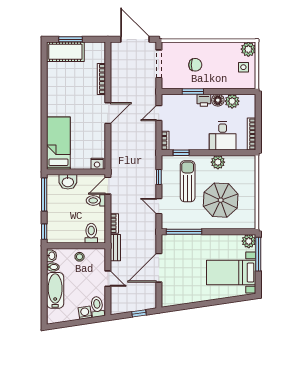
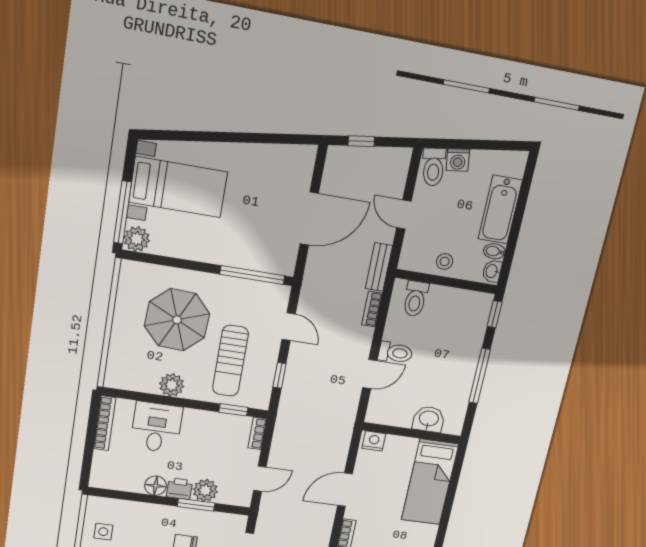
plant: (232, 101) -> (205, 490), moved
bed: (58, 143) -> (430, 482), moved
nightstand: (97, 164) -> (374, 441), moved
wall: (76, 172) -> (412, 433), moved
washbasin: (68, 182) -> (429, 419), moved

